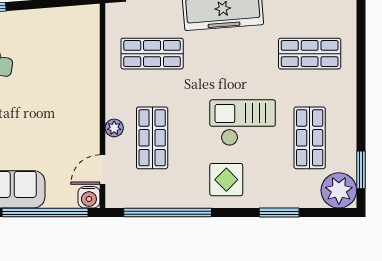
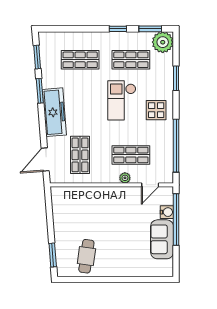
shop shelf: (310, 54) -> (80, 60), turned 90
window: (361, 116) -> (118, 29), added
door: (102, 169) -> (150, 185), hinge flipped
water cooler: (89, 197) -> (167, 212), moved

